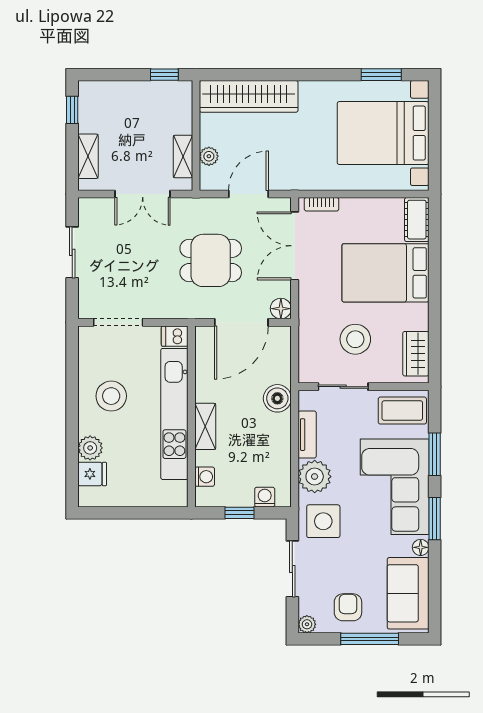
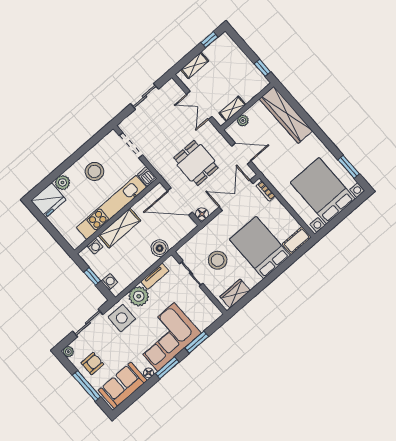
coffee table: (402, 411) -> (204, 310), removed
shelving: (205, 426) -> (120, 228), width x1.50, depth x1.33
fridge: (92, 474) -> (48, 200), width x1.88, depth x1.34

